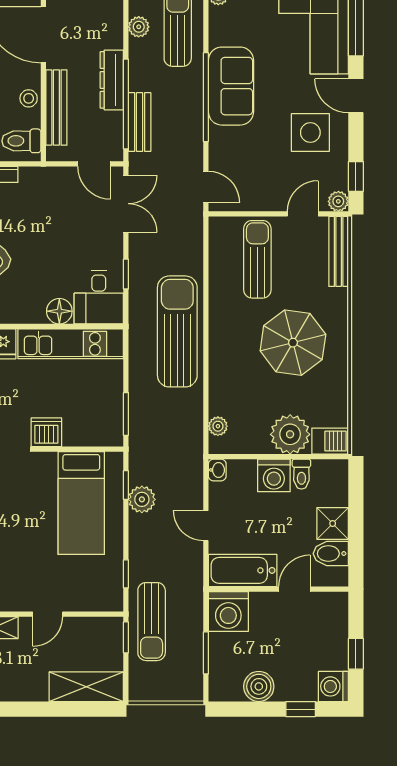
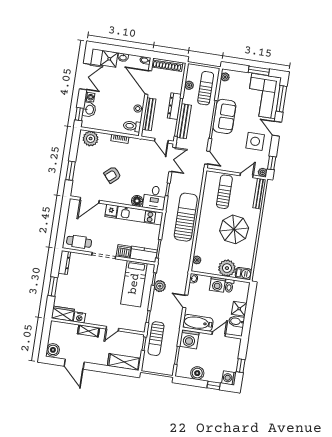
bench: (140, 122) -> (184, 121), width x1.36
kitchen counter: (94, 432) -> (144, 254), added

